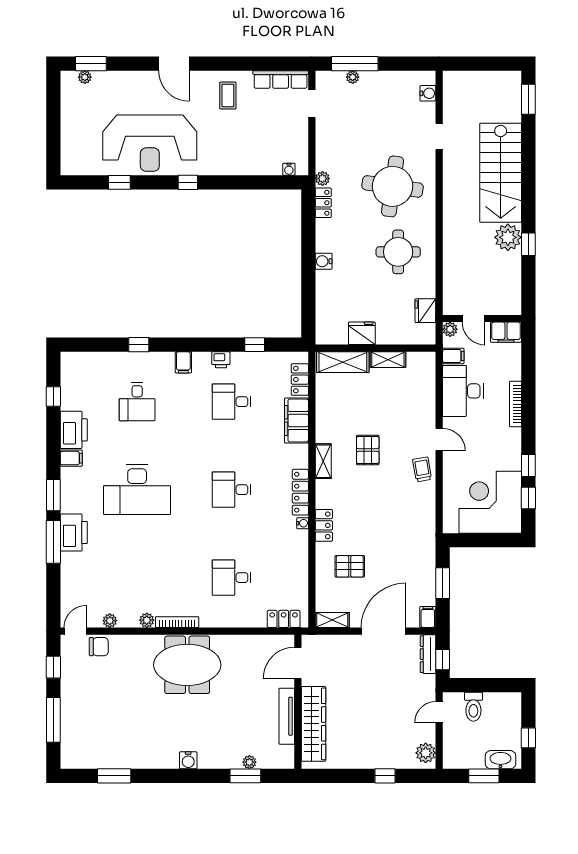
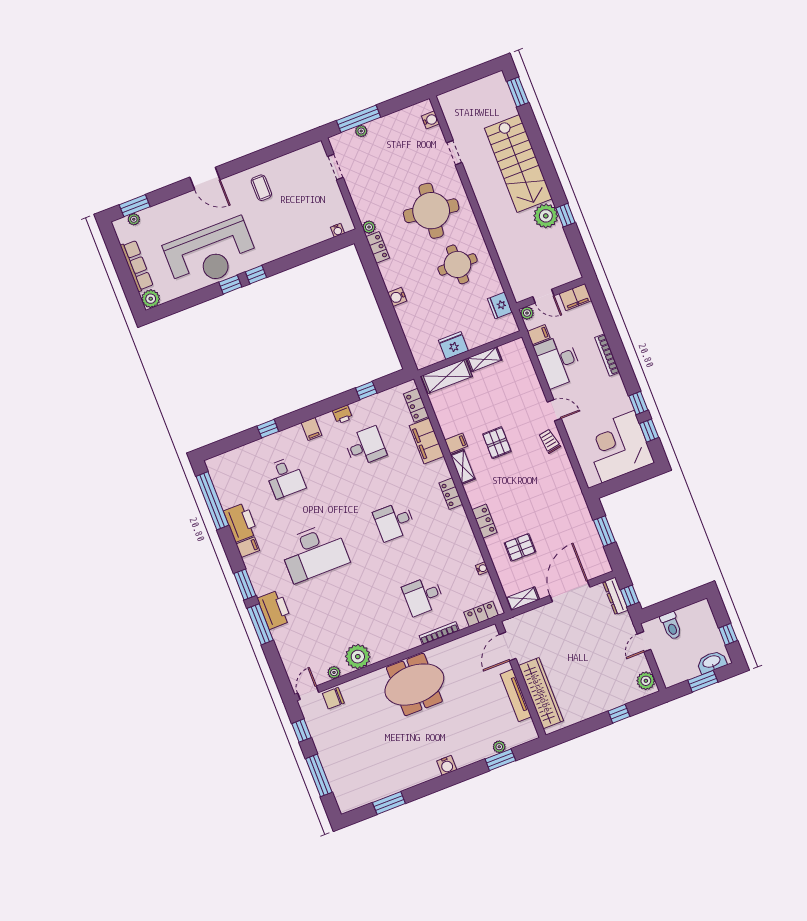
row of seats: (281, 80) -> (137, 266), moved, turned -90
plant: (71, 165) -> (151, 299), added
window: (119, 182) -> (230, 285), moved
window: (53, 397) -> (212, 501), width x3.17
desk: (232, 402) -> (365, 446), turned 180
locker: (300, 492) -> (451, 494), width x0.66
water cooler: (303, 523) -> (482, 568), moved
filing cabinet: (428, 617) -> (456, 443), moved, turned 90
plant: (147, 620) -> (358, 657), width x1.88, depth x1.88
bookcase: (177, 622) -> (439, 633), moved
chair: (99, 647) -> (333, 698), turned 180

